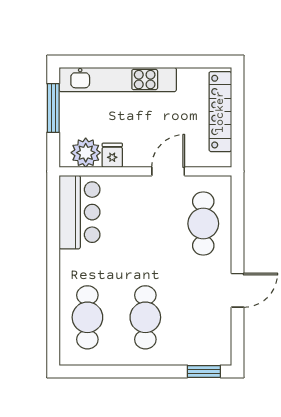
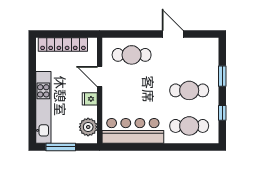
fridge: (112, 155) -> (90, 99), moved
bar counter: (79, 212) -> (133, 131), width x1.36
window: (109, 371) -> (222, 113), added
window: (204, 371) -> (222, 76), moved

